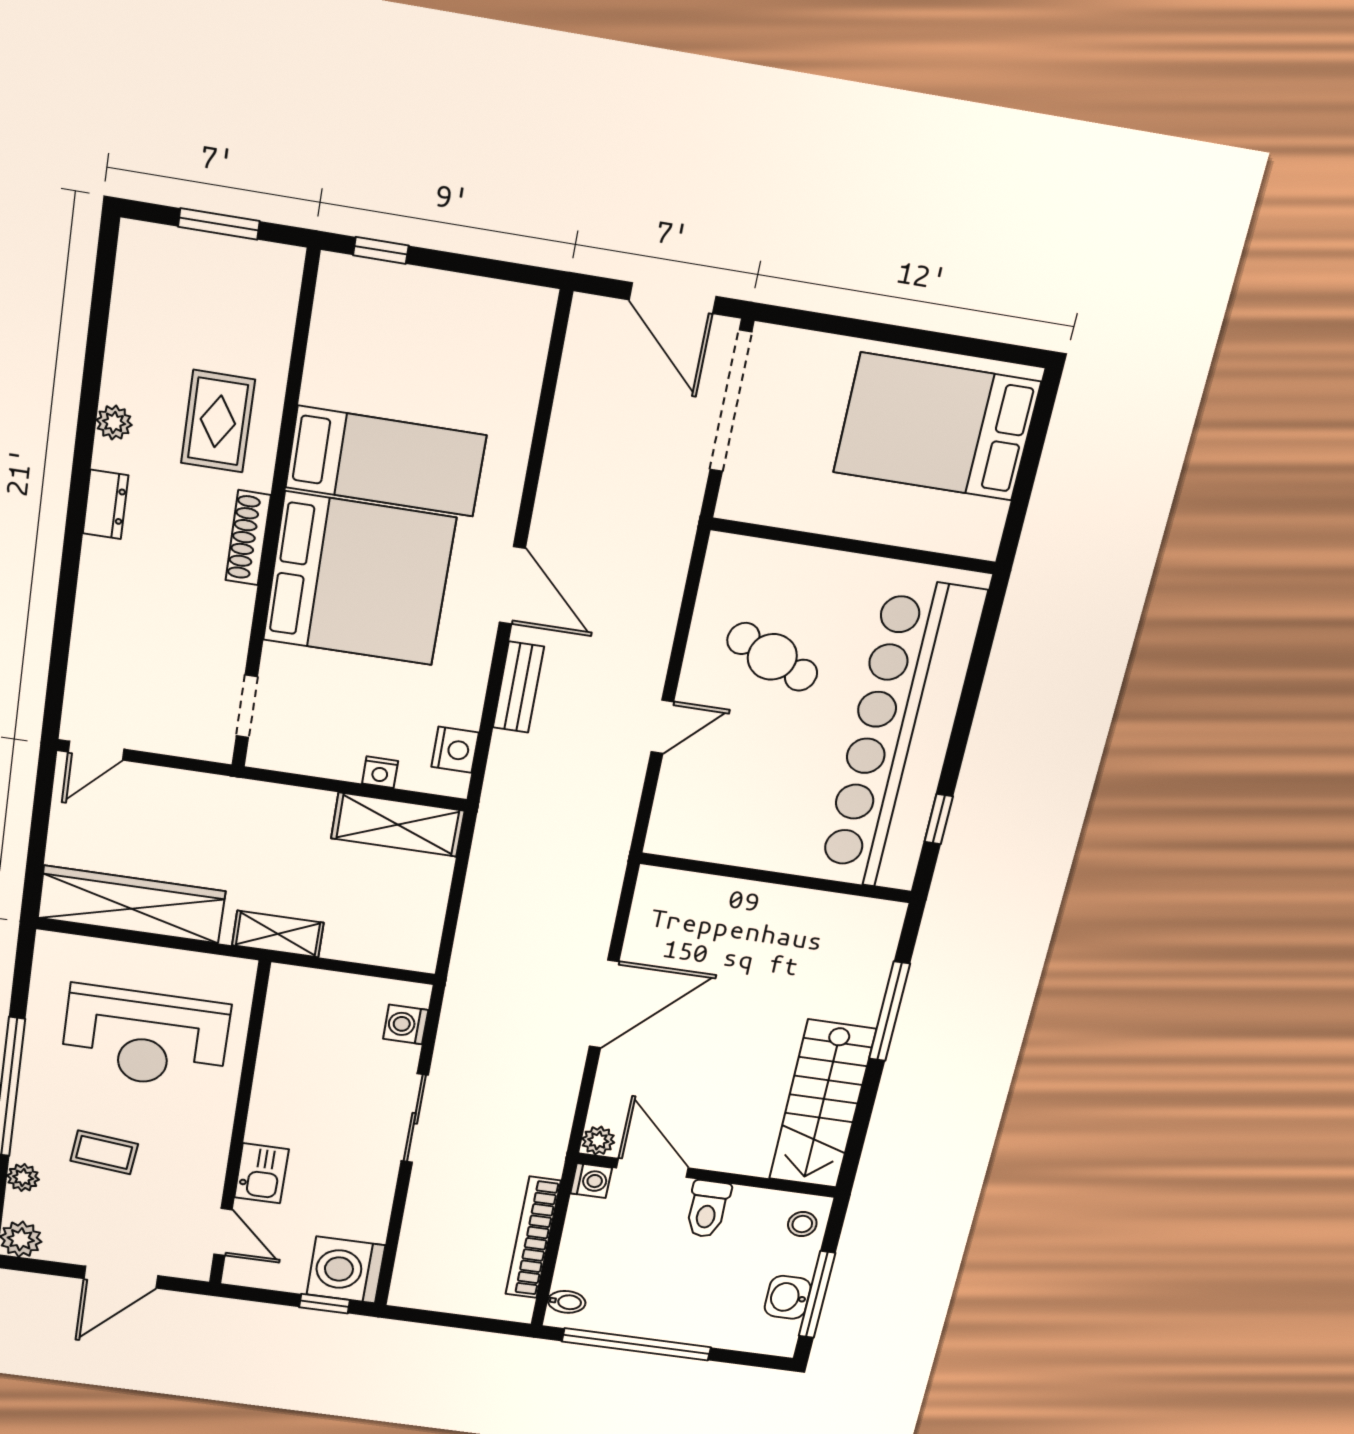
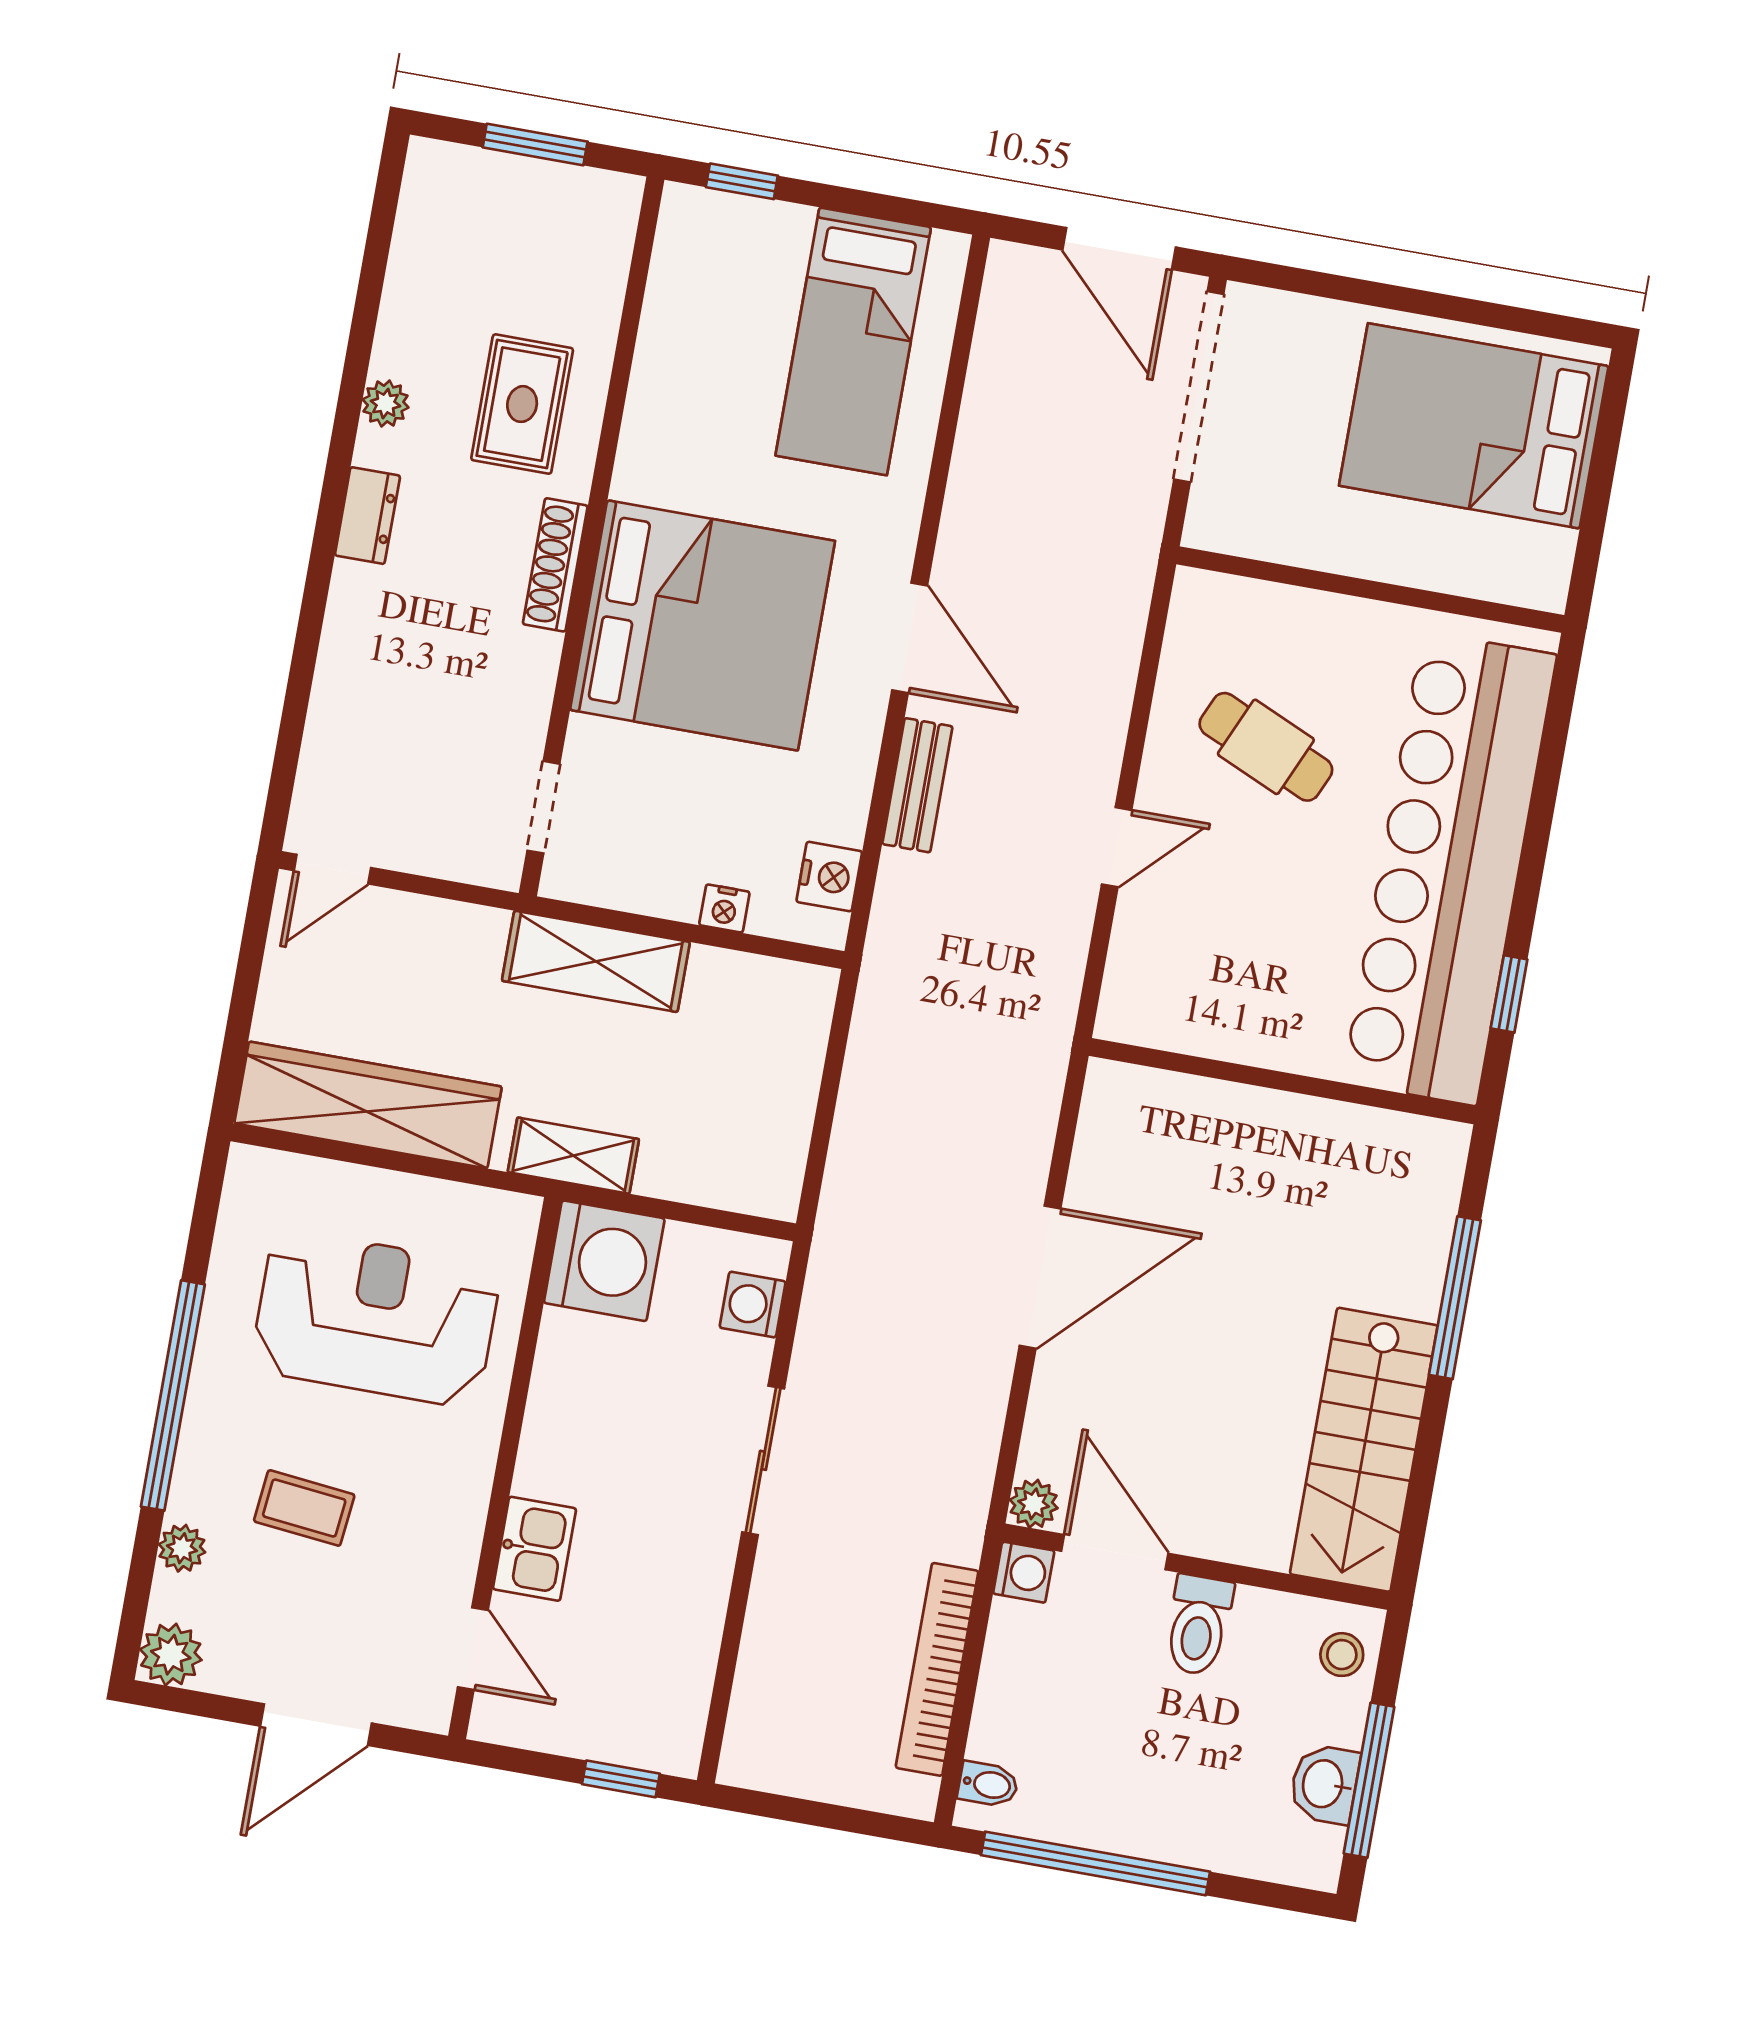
bed: (386, 461) -> (853, 341), moved, turned 90
shelving: (398, 825) -> (596, 961), moved
reception desk: (145, 1038) -> (376, 1318), turned 180
washing machine: (346, 1270) -> (604, 1261), moved, turned 180

